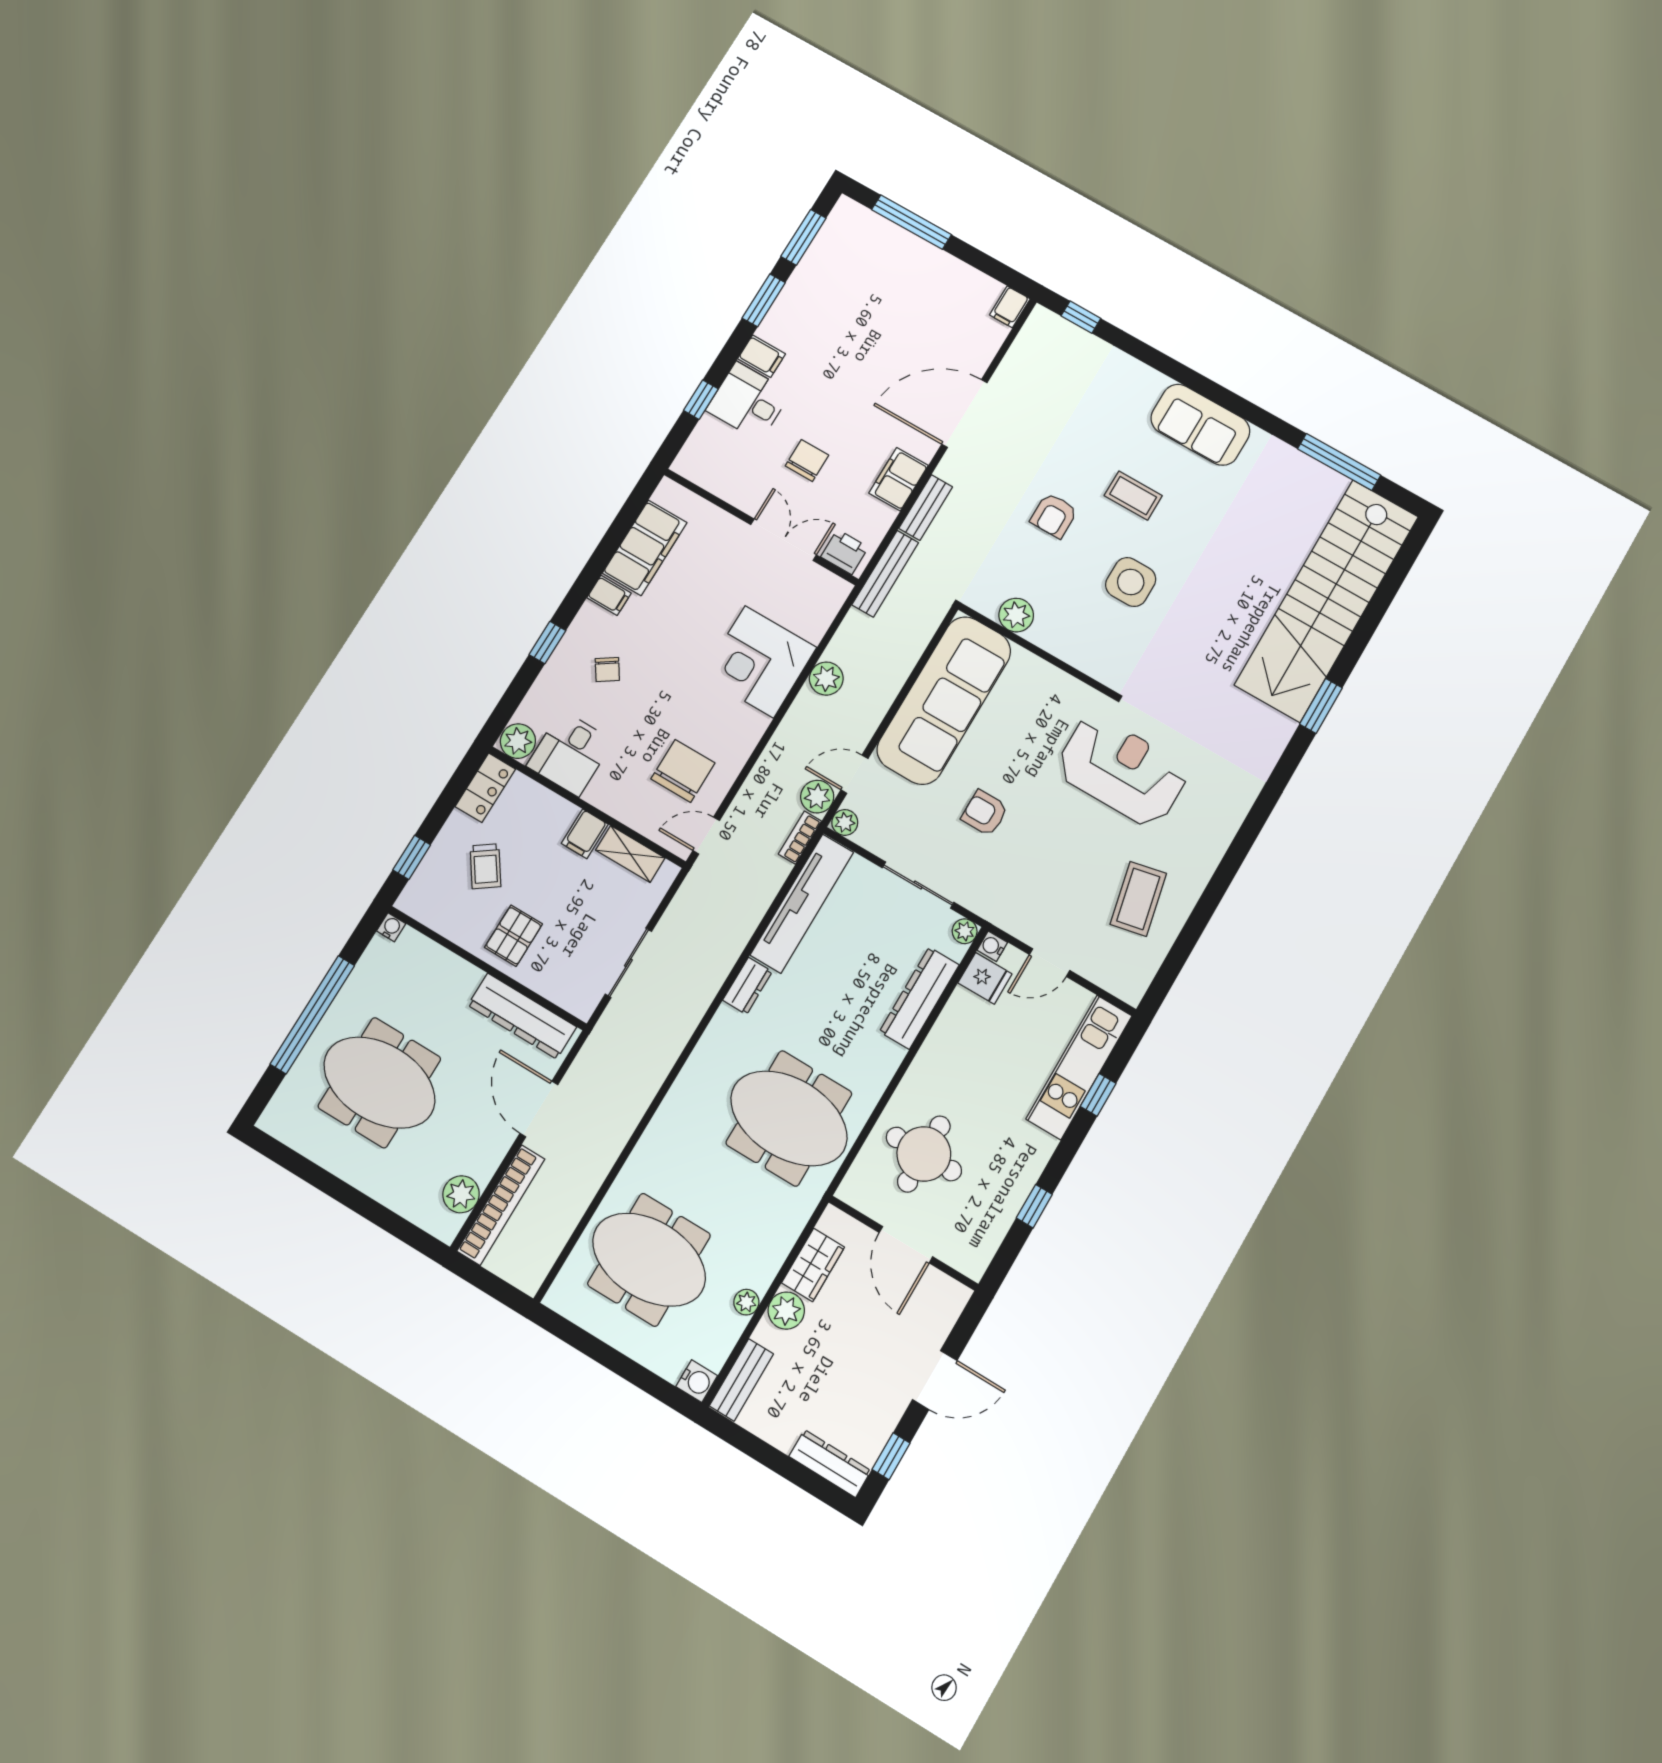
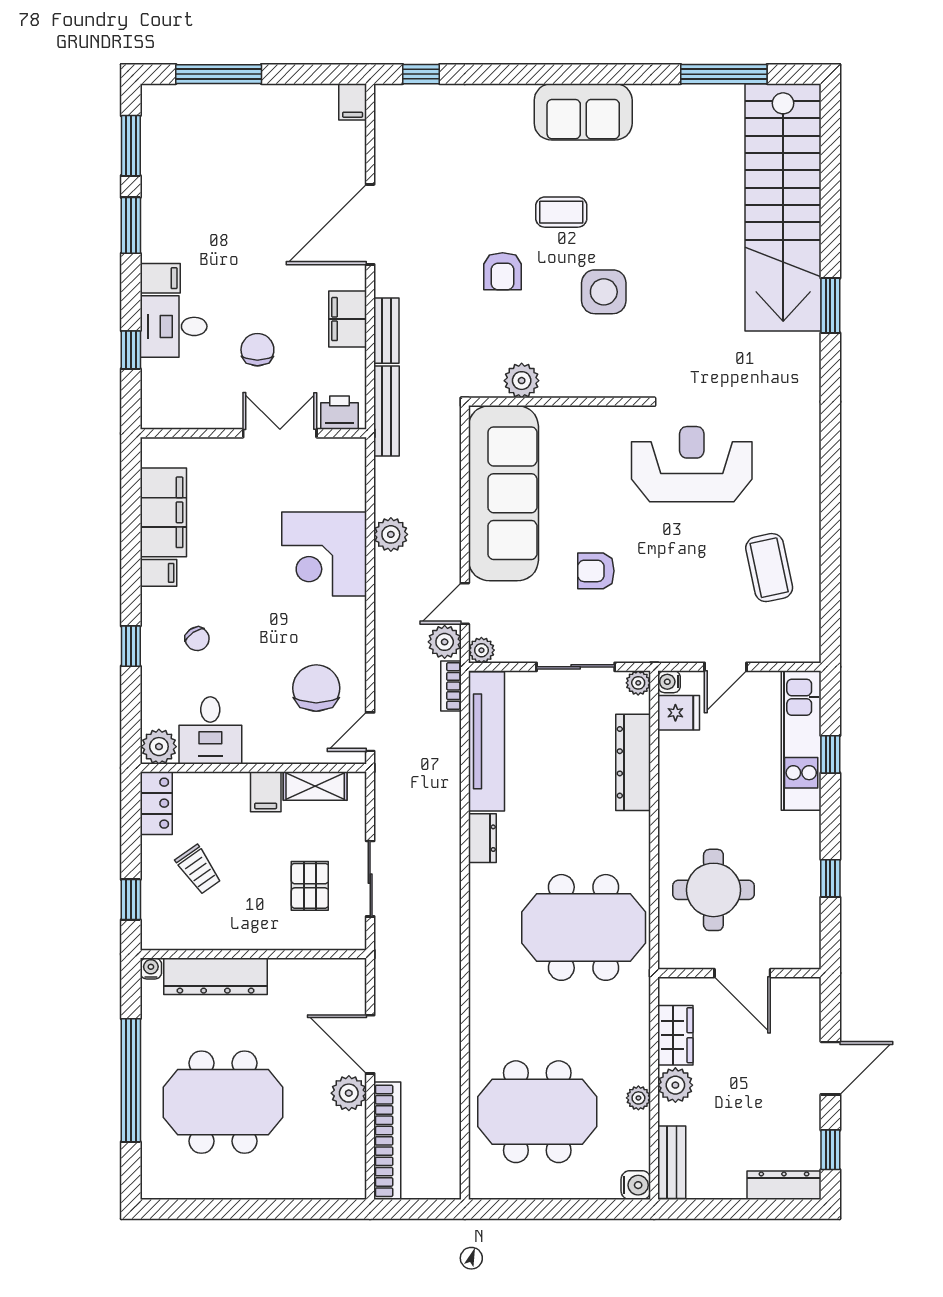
pallet: (514, 936) -> (310, 886), moved
dresser: (522, 1016) -> (216, 976), moved
plant: (461, 1194) -> (349, 1093), moved

